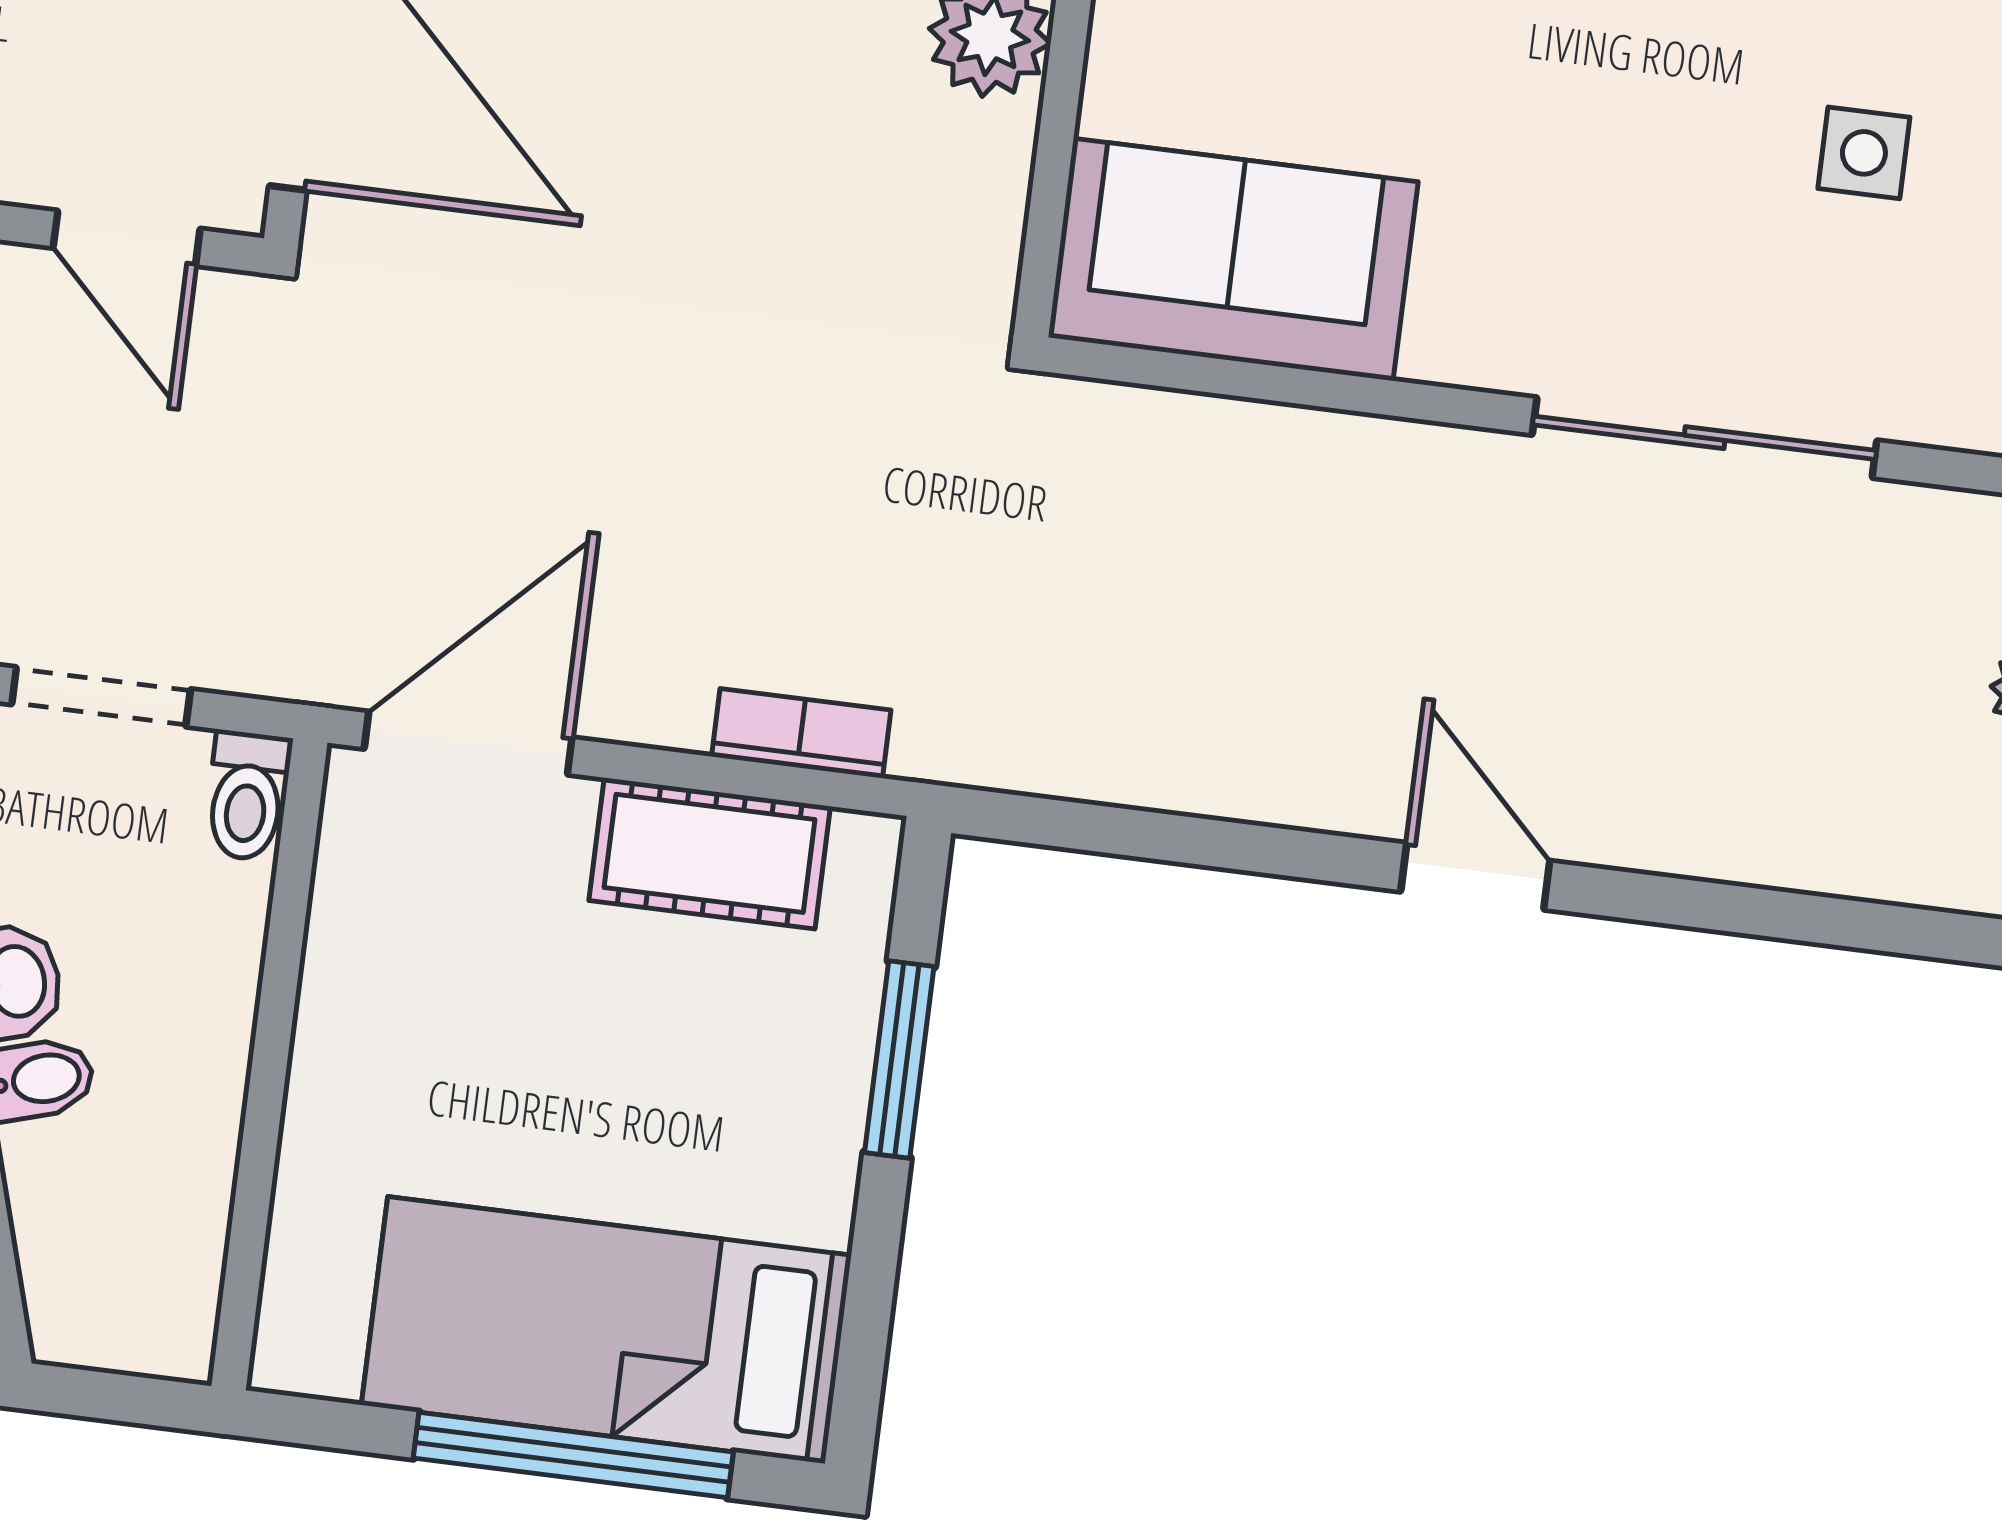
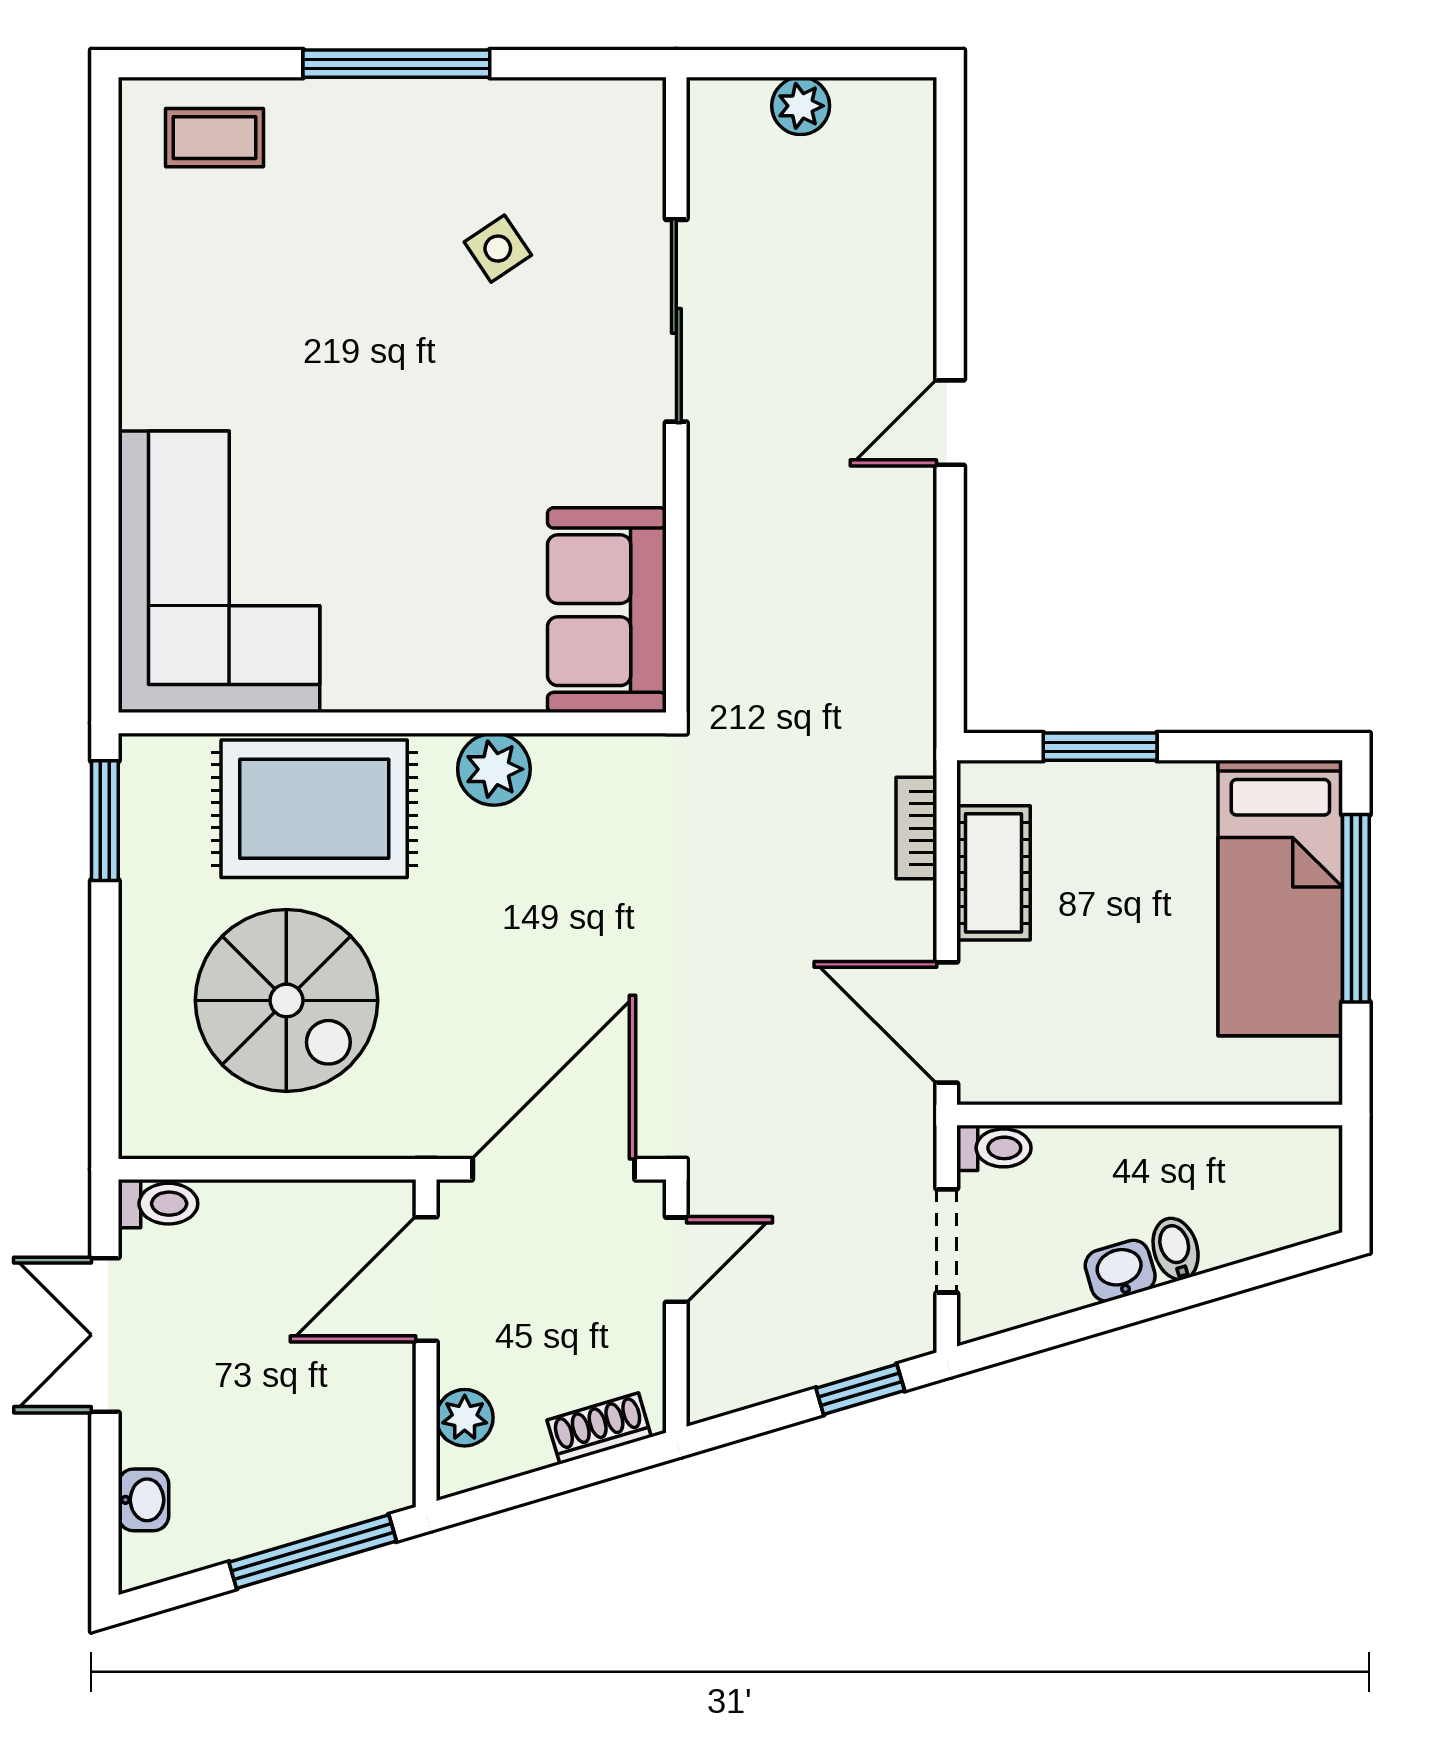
side table: (1864, 153) -> (498, 249), turned -34

